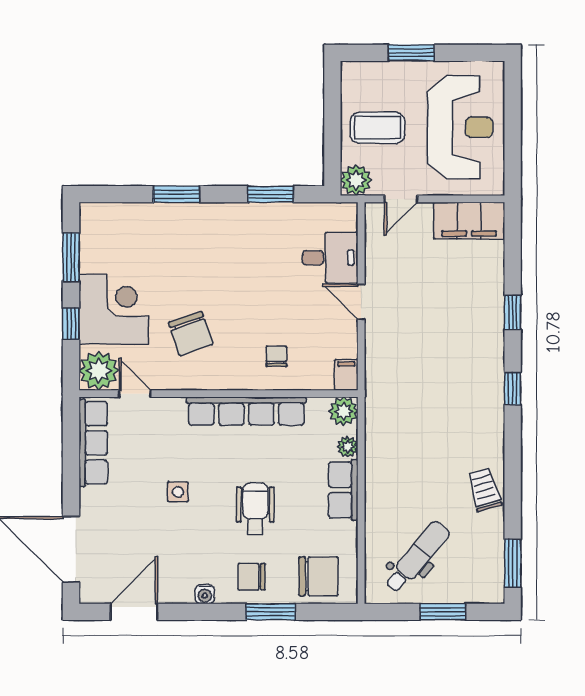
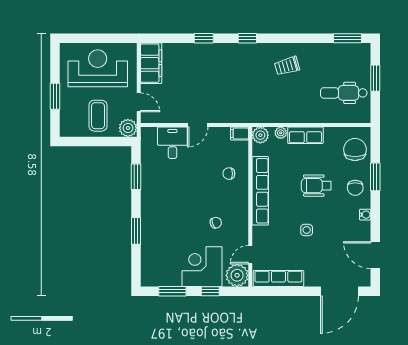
chair: (191, 333) -> (216, 223), width x0.54, depth x0.54
trolley: (484, 490) -> (287, 66), moved
dental chair: (417, 557) -> (344, 93), turned -40

